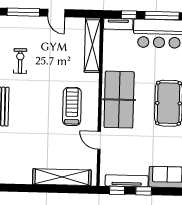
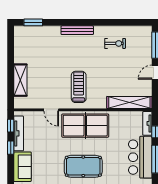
treadmill: (72, 106) -> (79, 87), turned -90
door: (99, 140) -> (51, 110), swing flipped
shelving: (62, 177) -> (20, 80), width x0.68

